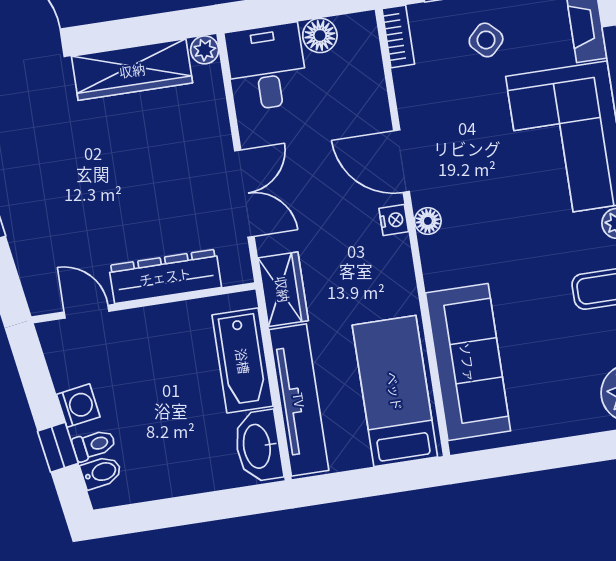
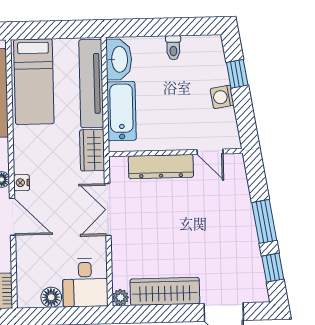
toilet: (94, 445) -> (173, 48), moved, turned -81
bidet: (101, 472) -> (213, 56), removed

